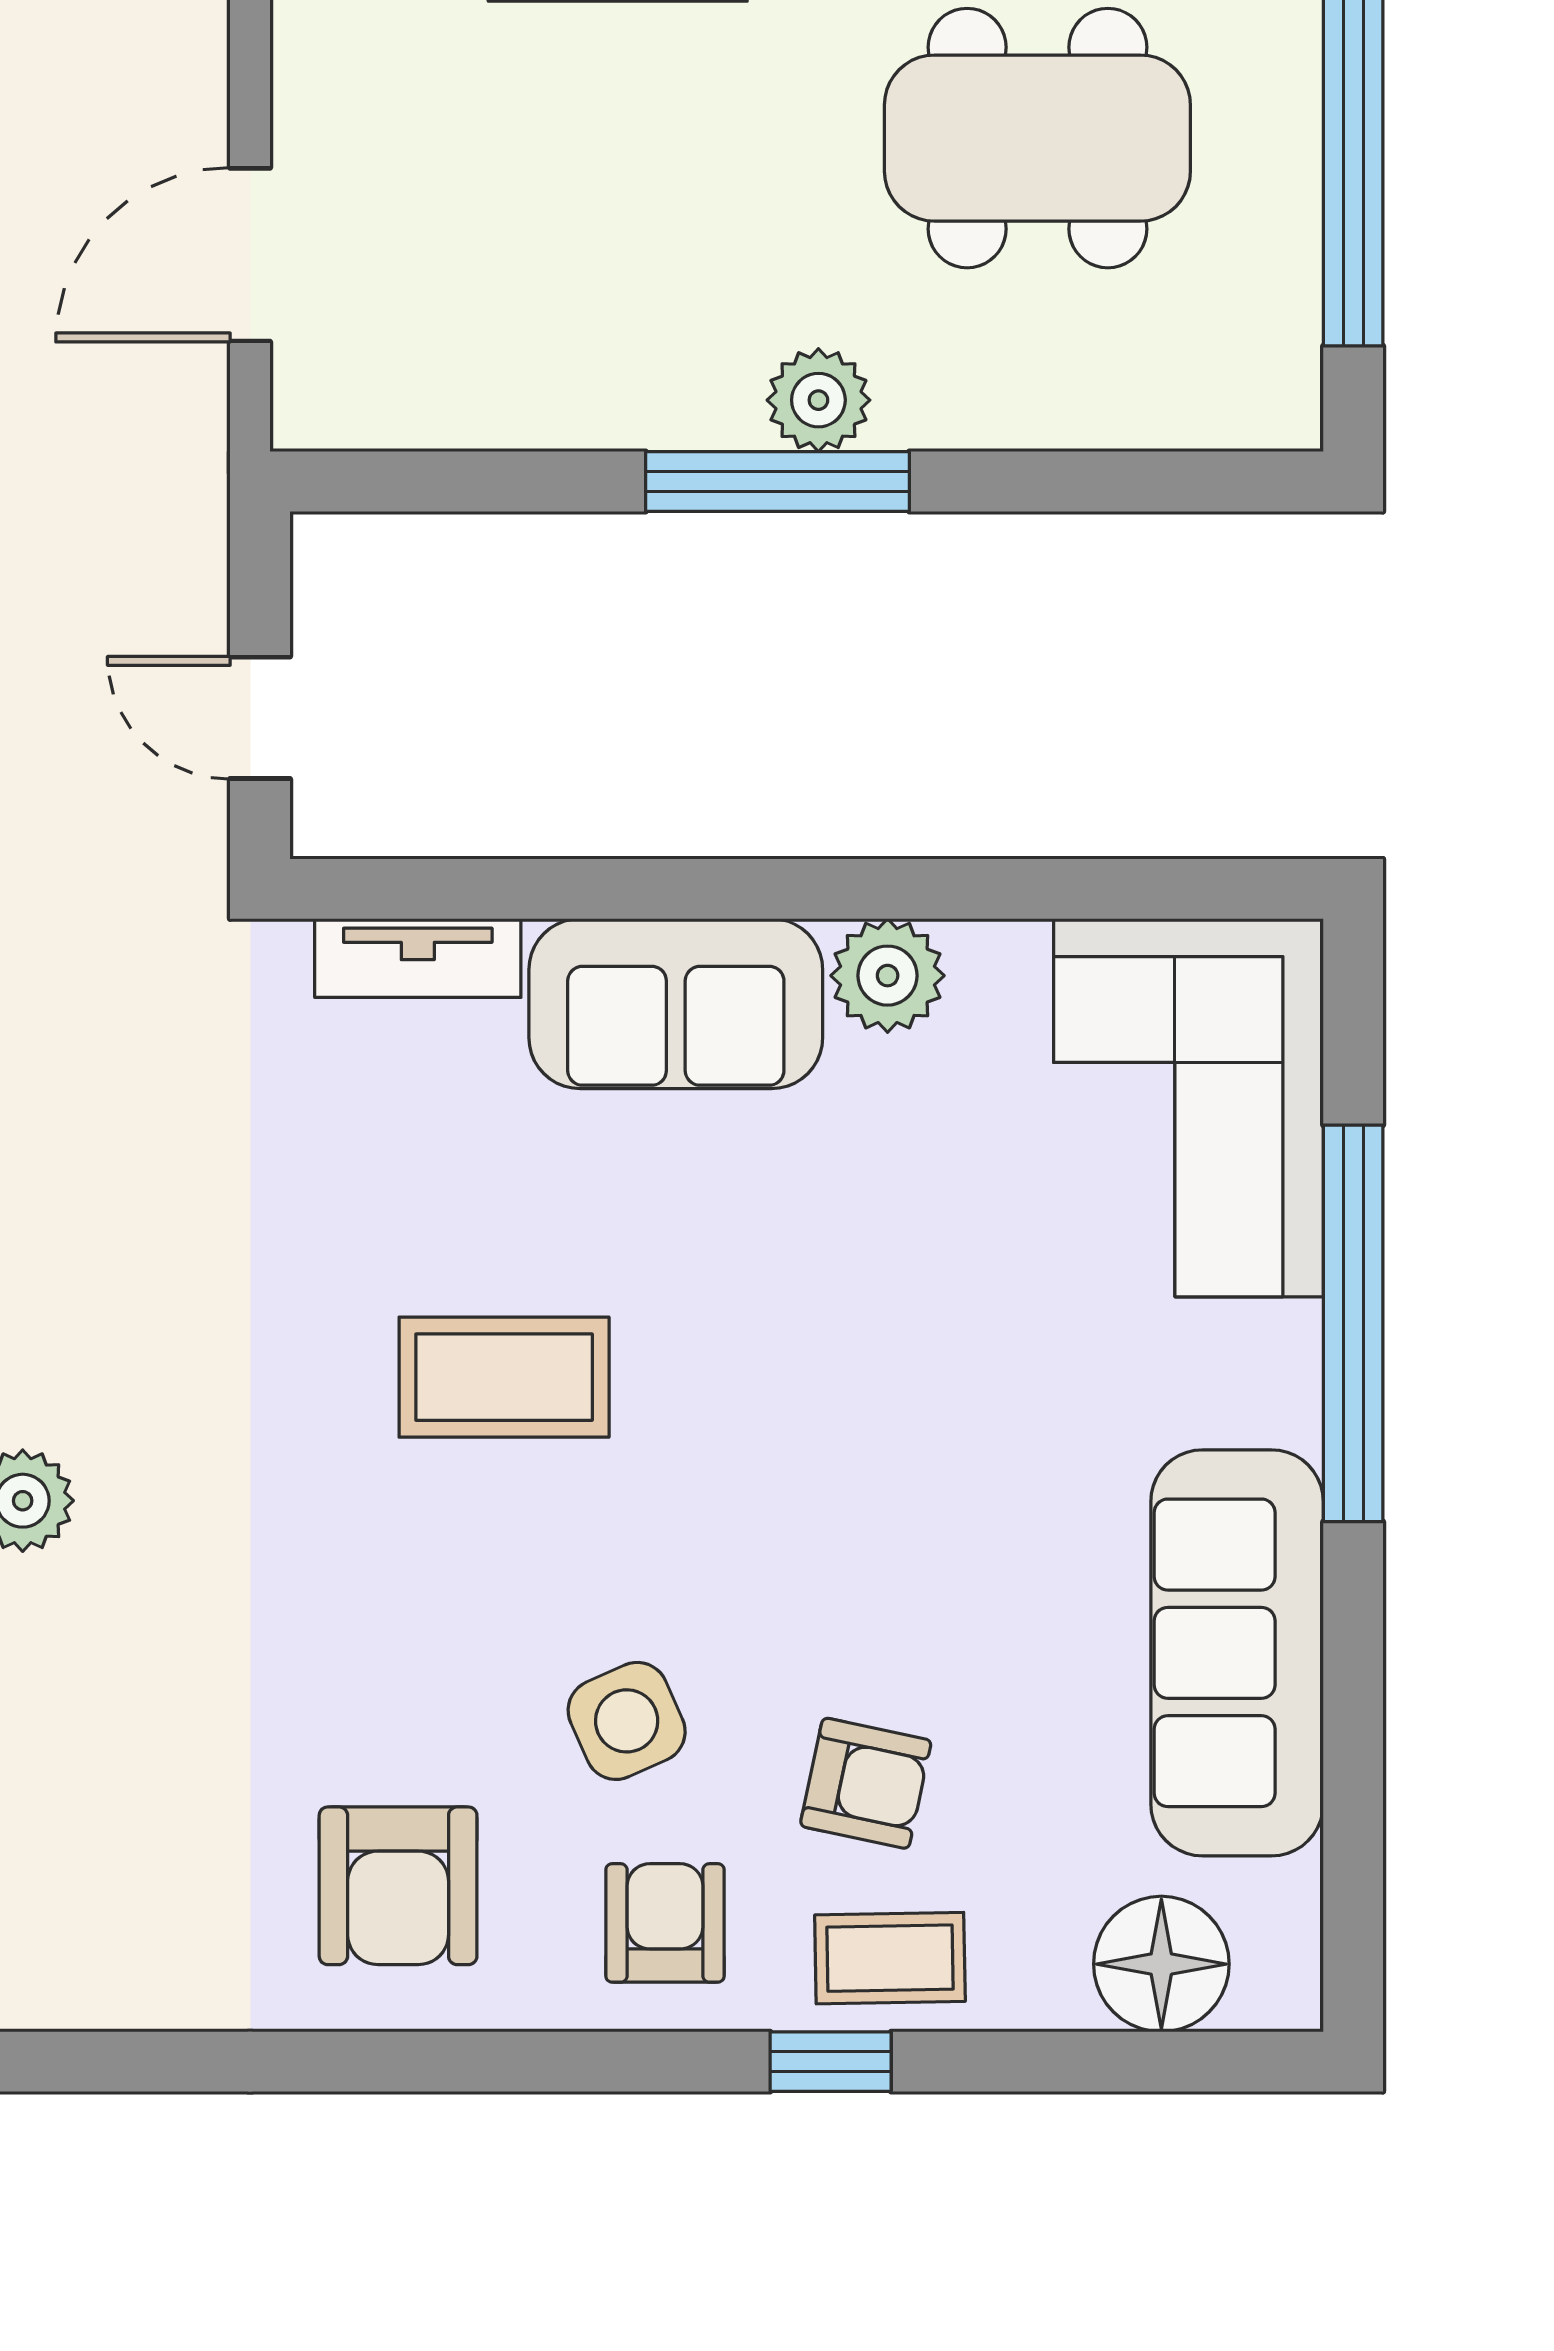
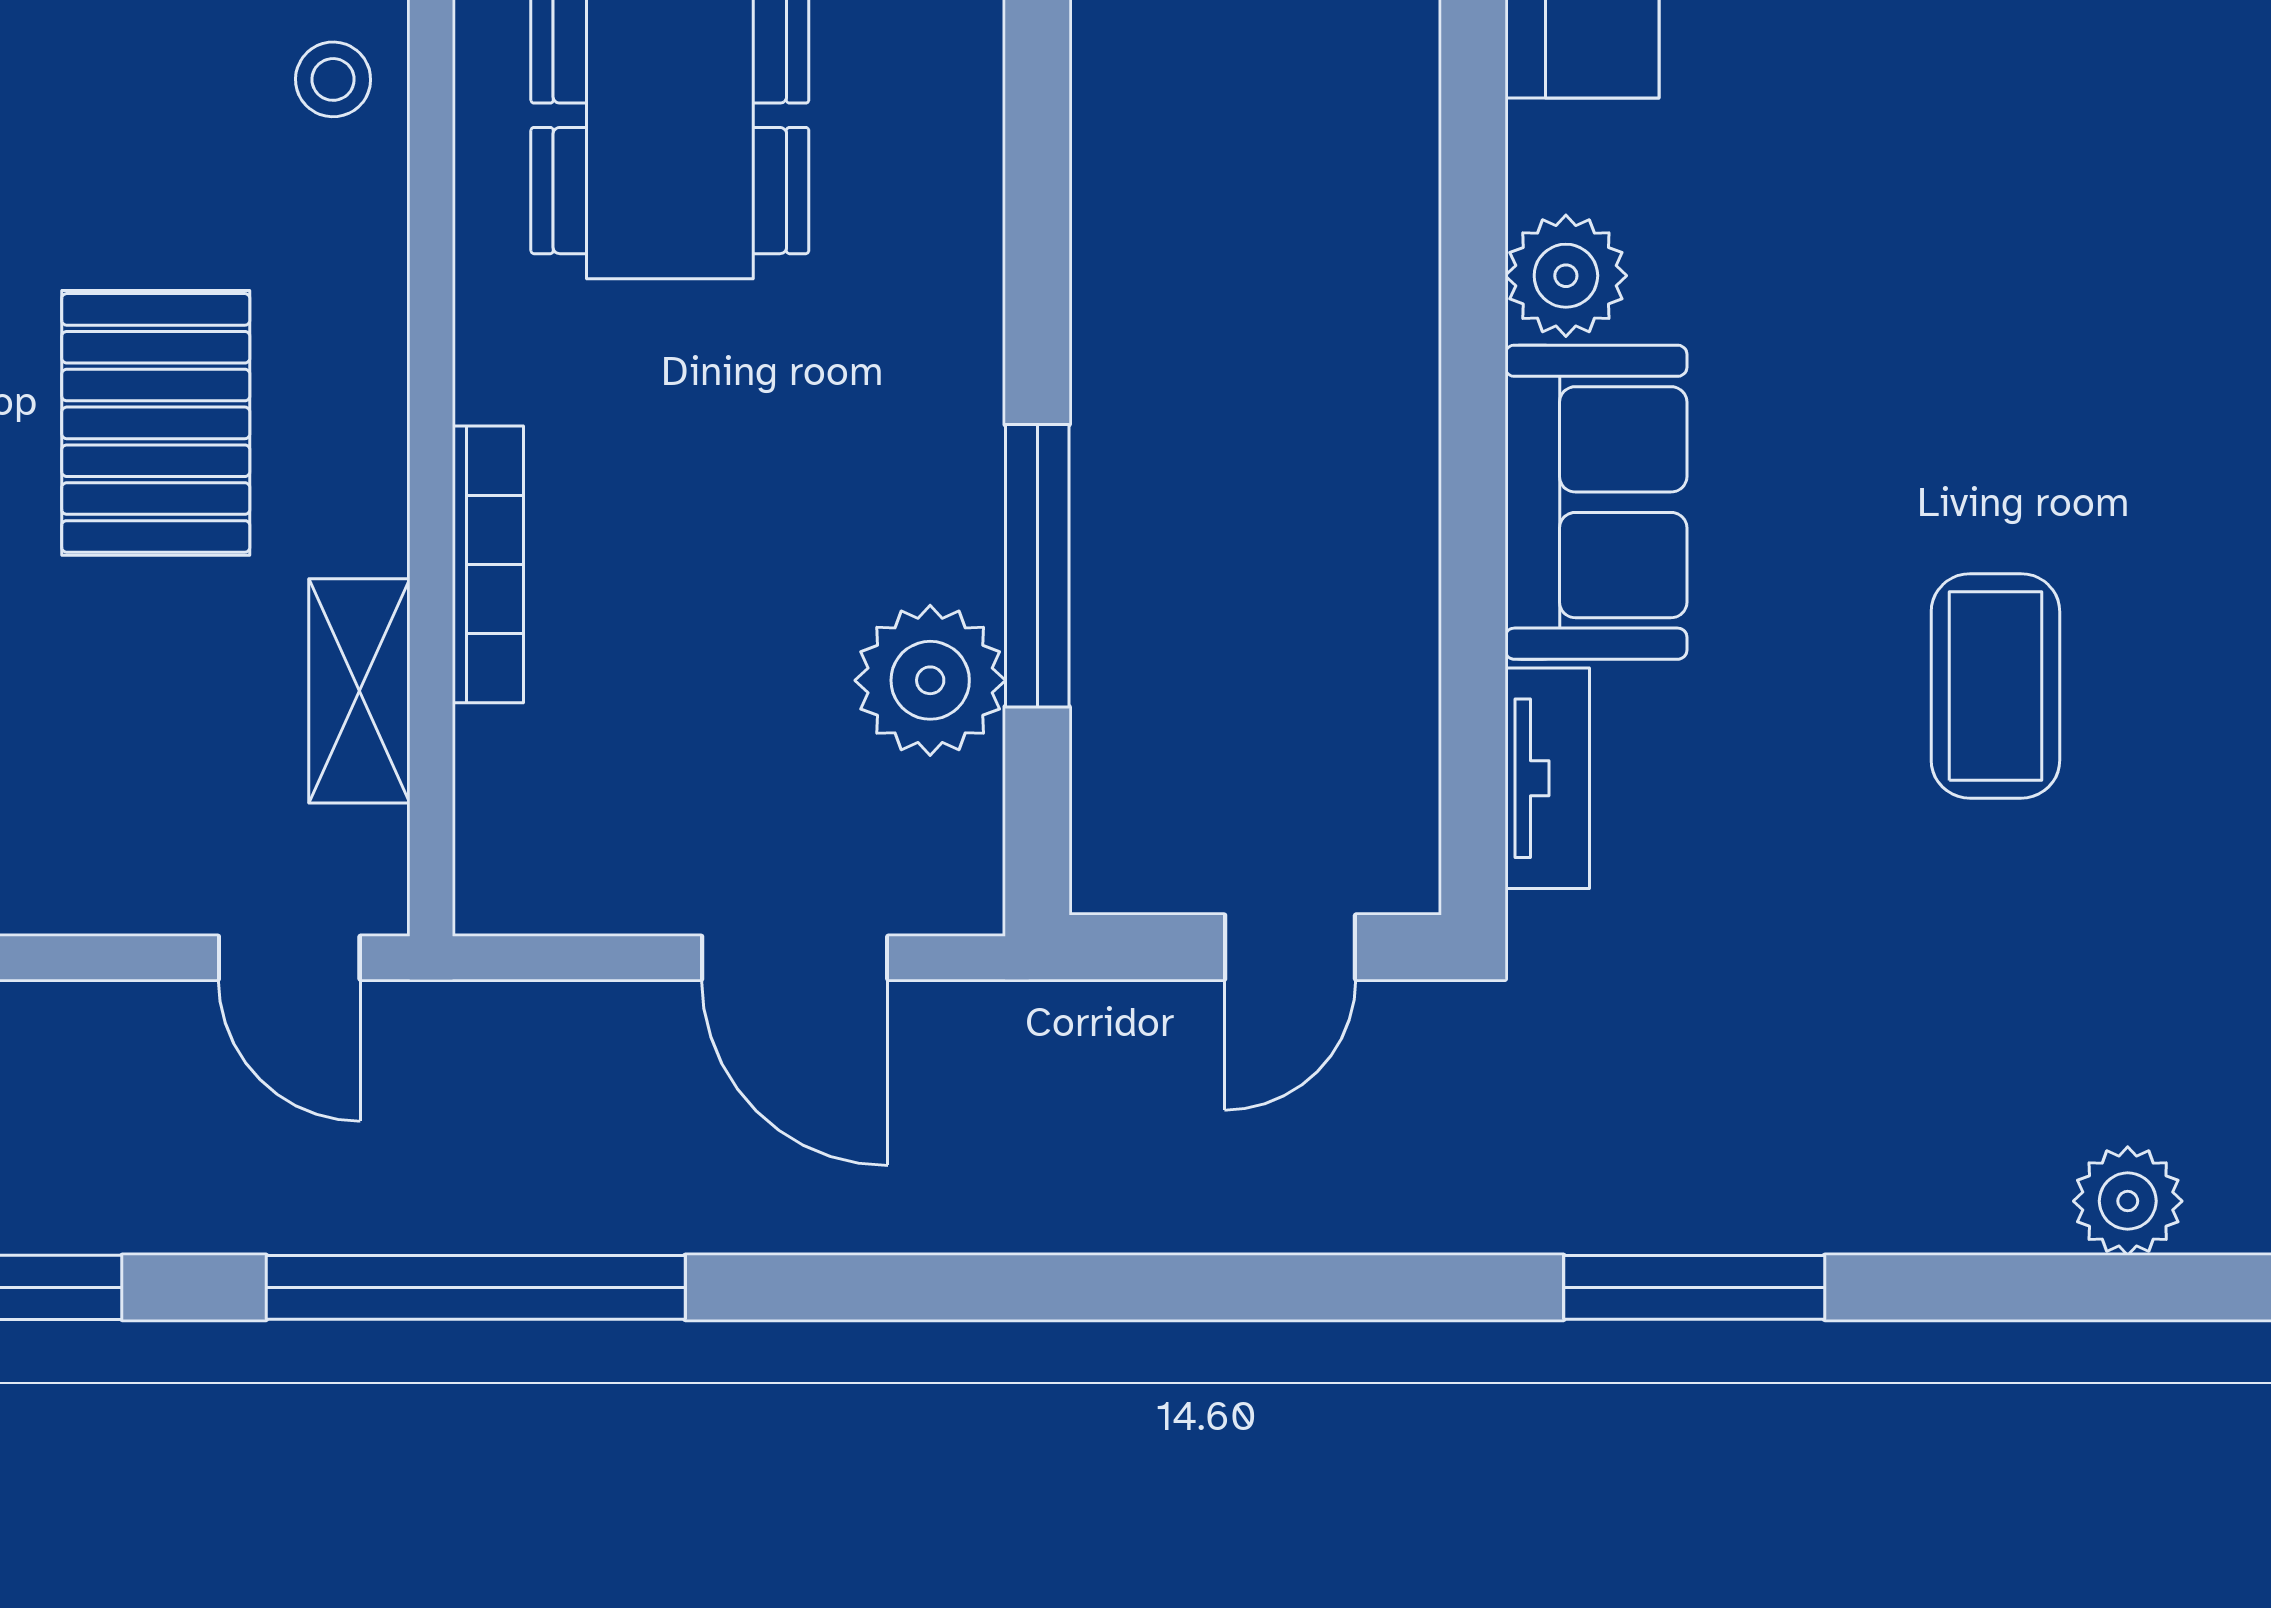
plant: (818, 400) -> (930, 680), moved, width x1.36, depth x1.36
window: (777, 481) -> (1037, 566), moved

